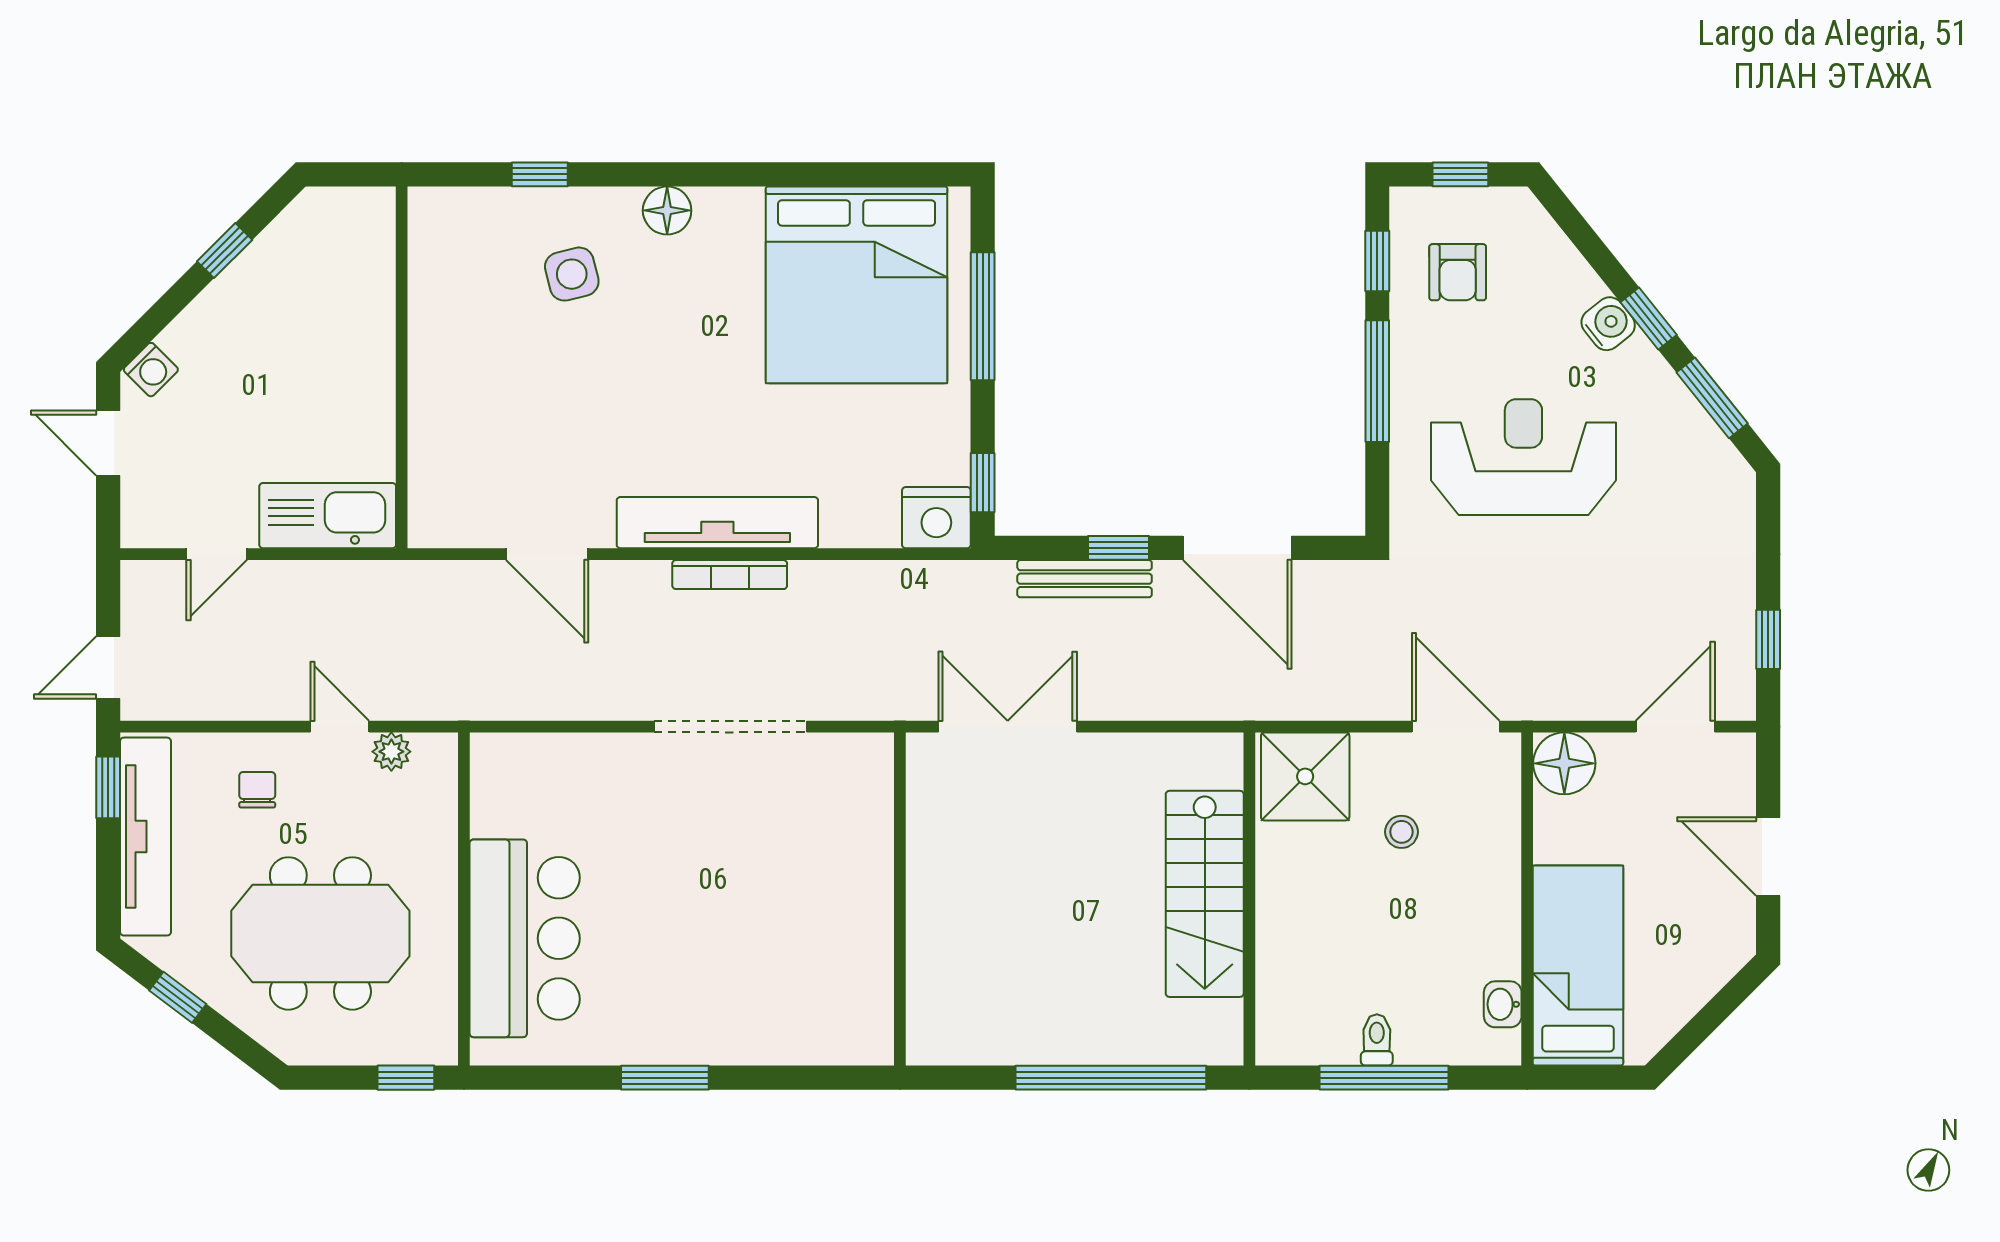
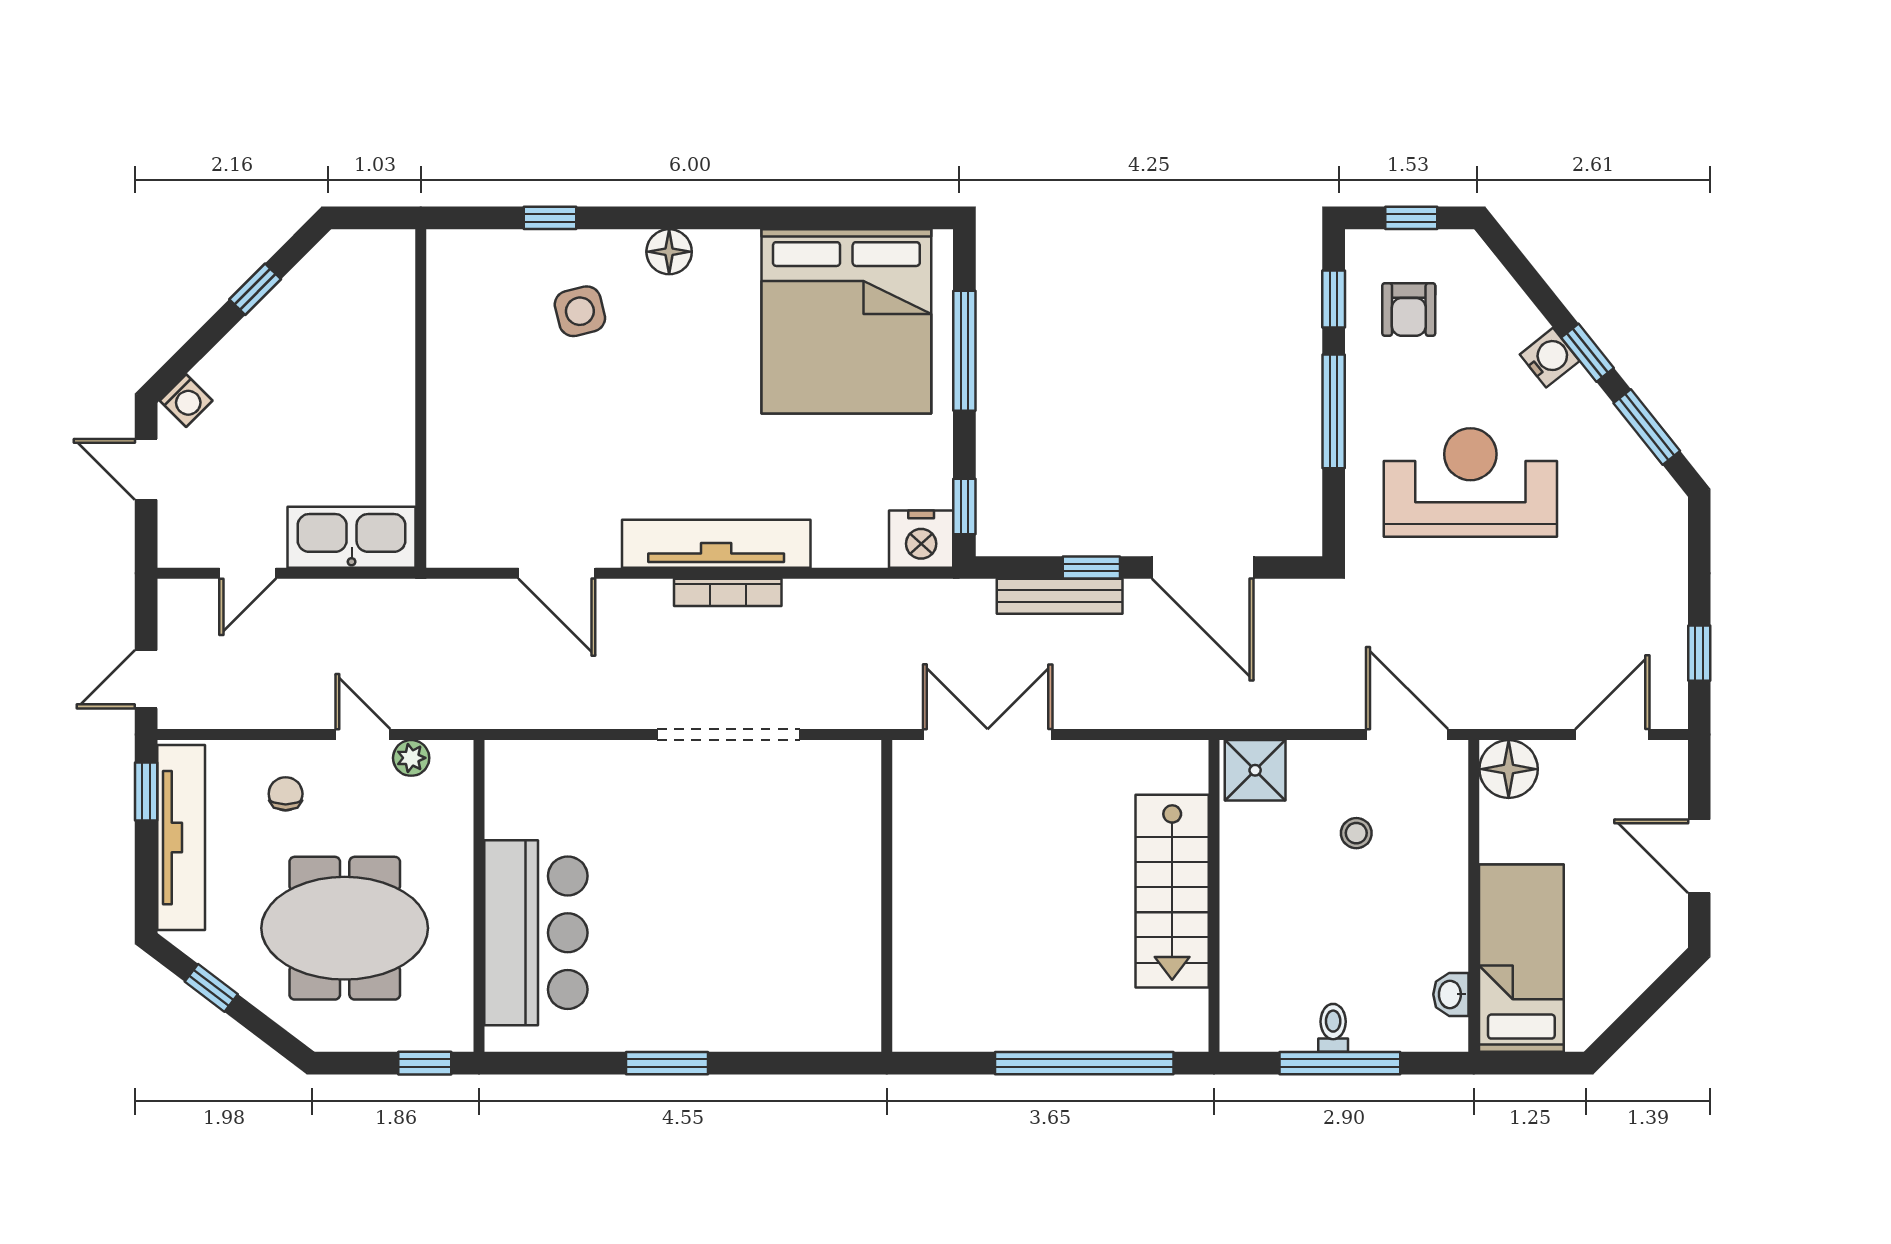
shower: (1305, 776) -> (1255, 770), width x0.73, depth x0.73

